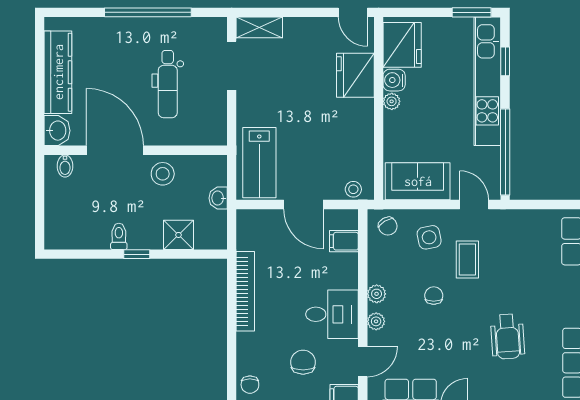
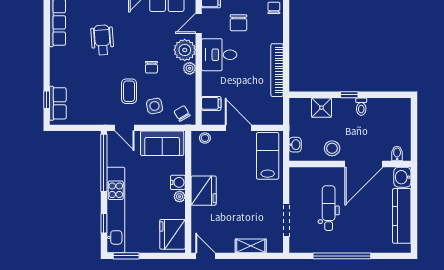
shelving: (259, 27) -> (251, 246), moved
fridge: (355, 75) -> (204, 191), moved
water cooler: (394, 80) -> (178, 182), moved
door: (115, 150) -> (364, 164), hinge flipped
washbasin: (218, 198) -> (295, 145), moved
plant: (376, 321) -> (185, 50), width x1.88, depth x1.88

